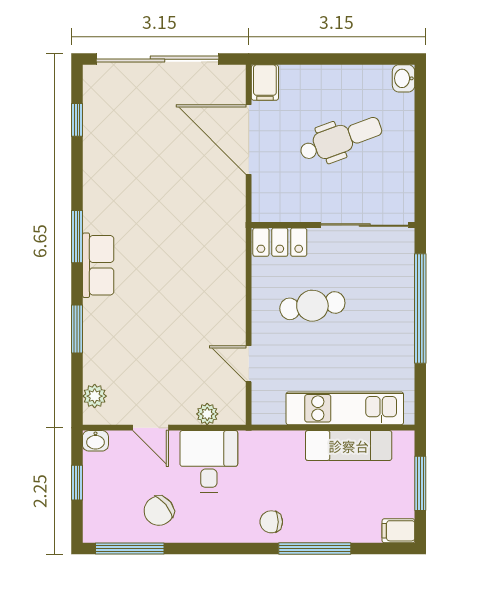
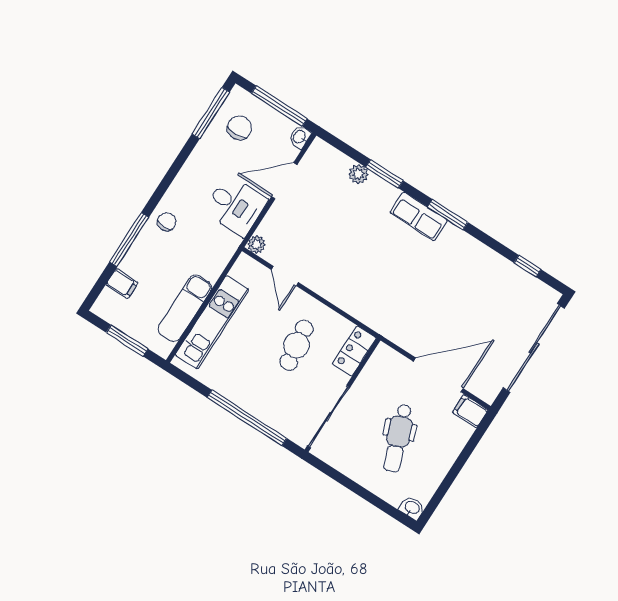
door: (249, 364) -> (285, 276), swing flipped
plant: (95, 396) -> (358, 174), moved
plant: (207, 414) -> (256, 244), moved
door: (151, 428) -> (284, 181), width x1.37
window: (77, 483) -> (279, 106), width x2.17
chair: (159, 511) -> (239, 128), moved, turned 39
filing cabinet: (398, 531) -> (122, 284), moved, turned 90

